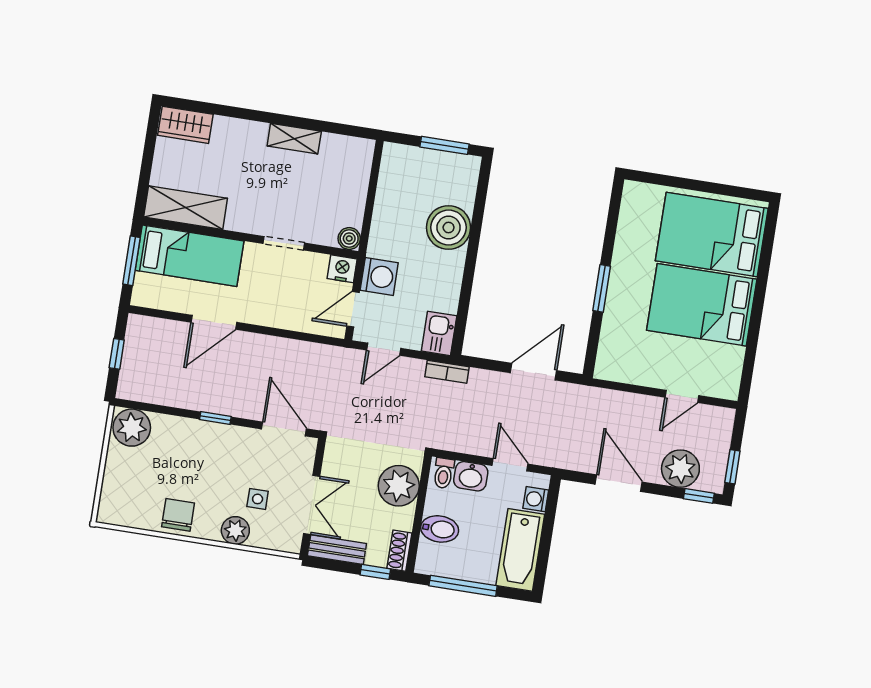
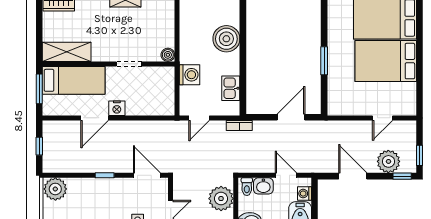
nightstand: (342, 269) -> (117, 108), moved, turned 180
door: (353, 309) -> (177, 97), removed
kitchen sink: (439, 333) -> (231, 88), moved

